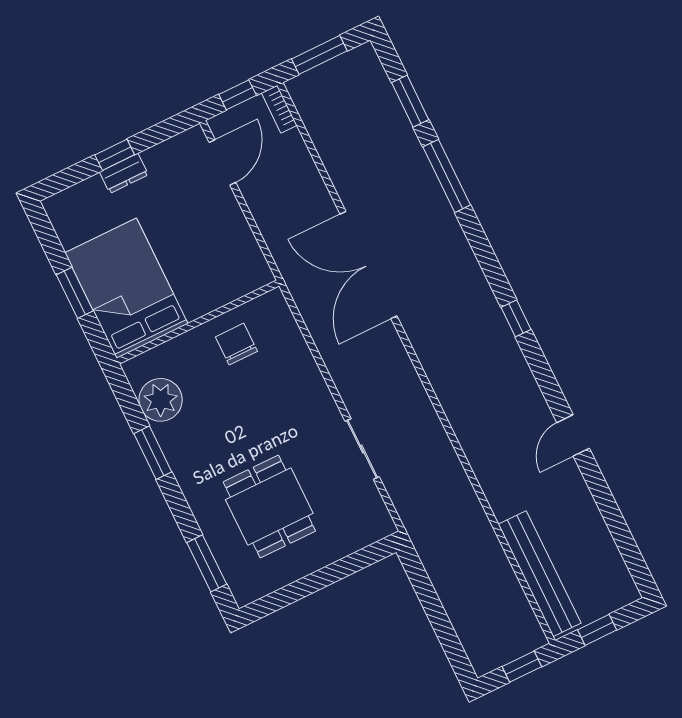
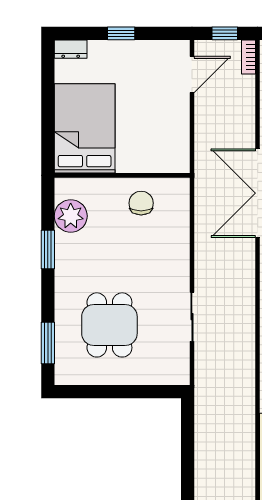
dresser: (124, 173) -> (71, 49), moved
window: (75, 293) -> (48, 114), removed

